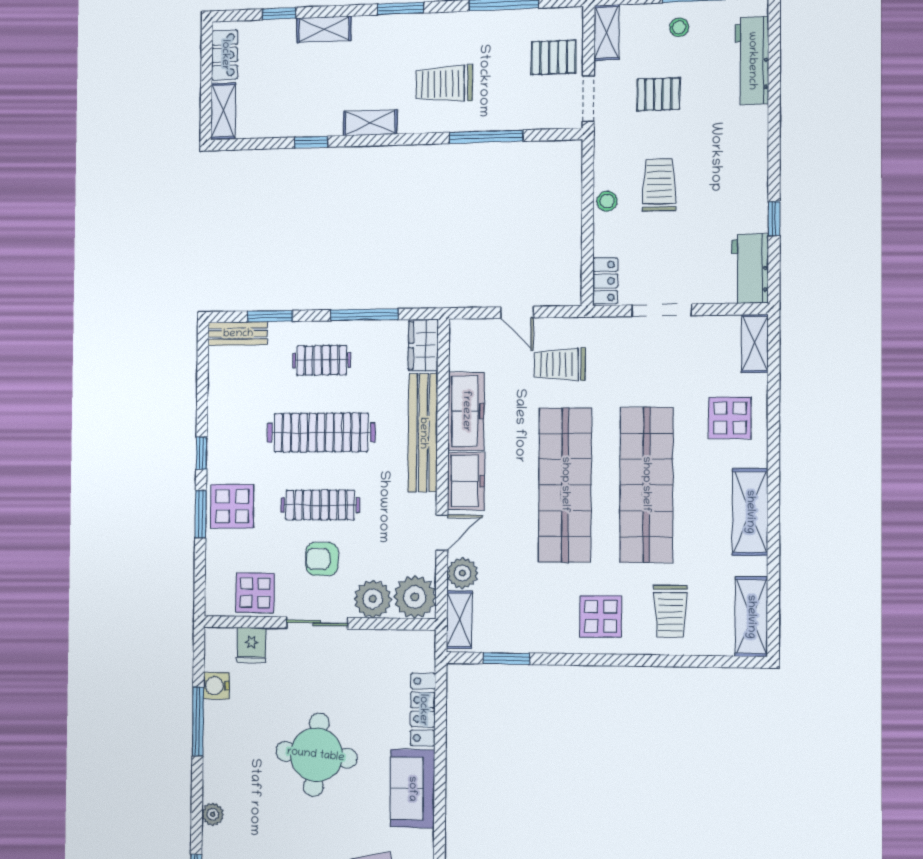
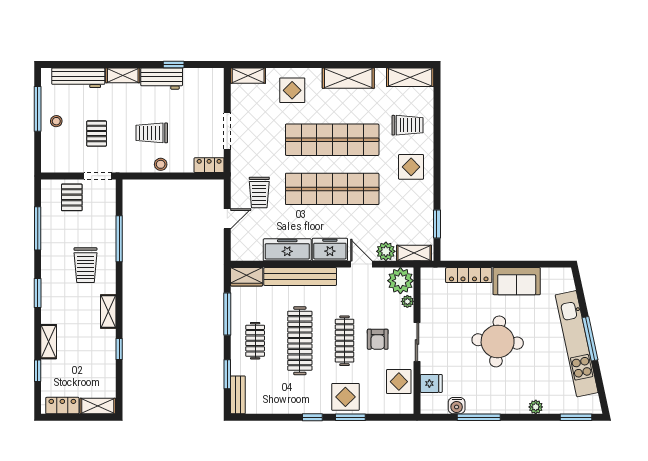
shelving: (607, 33) -> (123, 75), moved
workbench: (750, 269) -> (162, 79), moved
plant: (373, 599) -> (407, 301), width x0.53, depth x0.53

